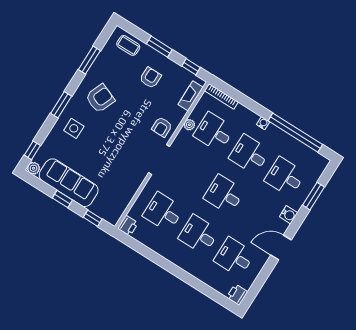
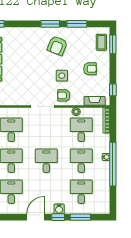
window: (159, 47) -> (113, 44), moved
armchair: (100, 98) -> (57, 46), turned 90
window: (61, 105) -> (50, 24), moved
side table: (74, 128) -> (62, 76), moved
window: (295, 133) -> (113, 164), moved
window: (297, 222) -> (58, 217), added
door: (281, 247) -> (36, 217), hinge flipped

